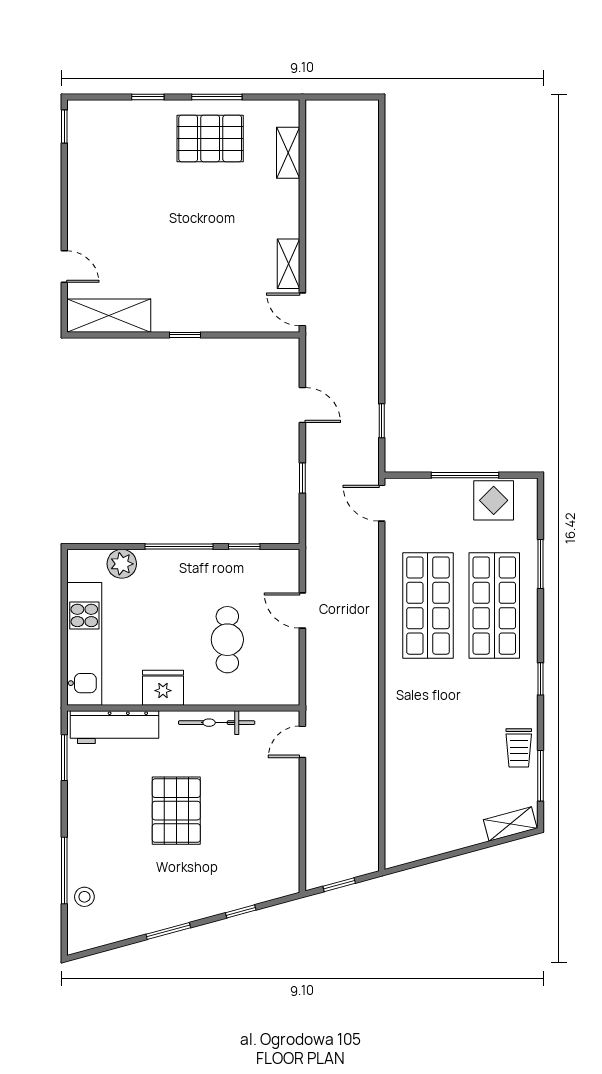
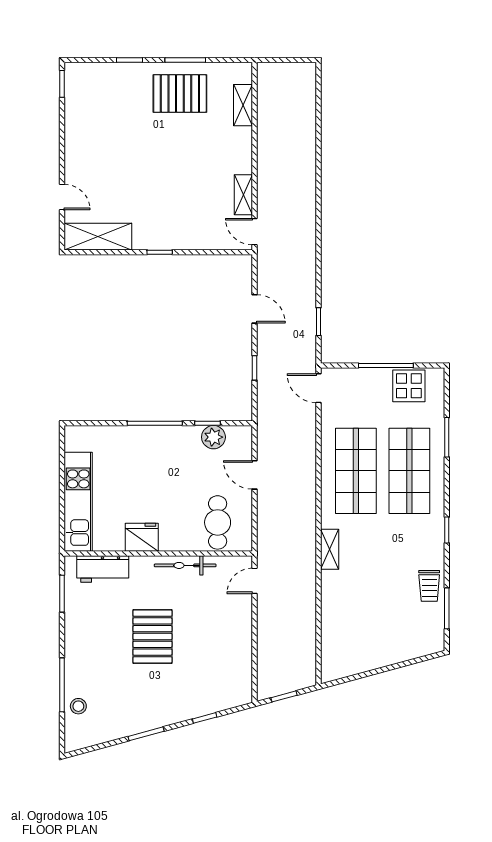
plant: (122, 564) -> (213, 437), moved
cafe table: (227, 640) -> (218, 522), moved
workbench: (115, 727) -> (103, 569), width x0.73
shelving: (510, 824) -> (330, 549), moved, turned -75

